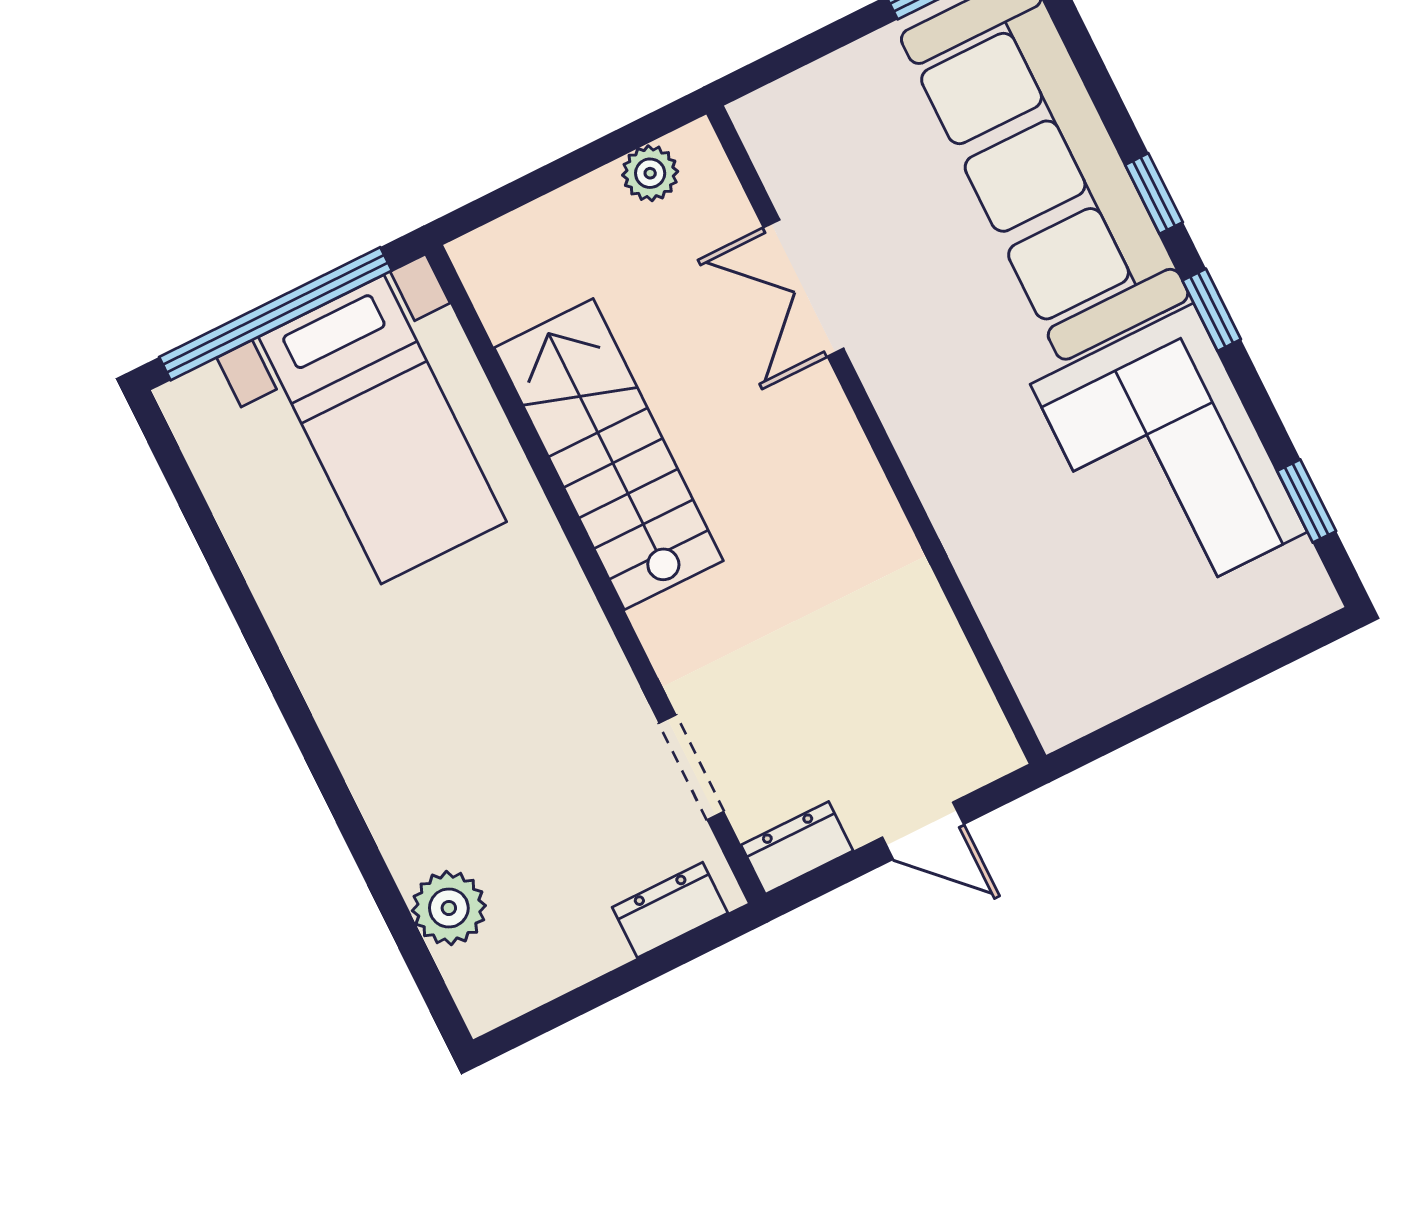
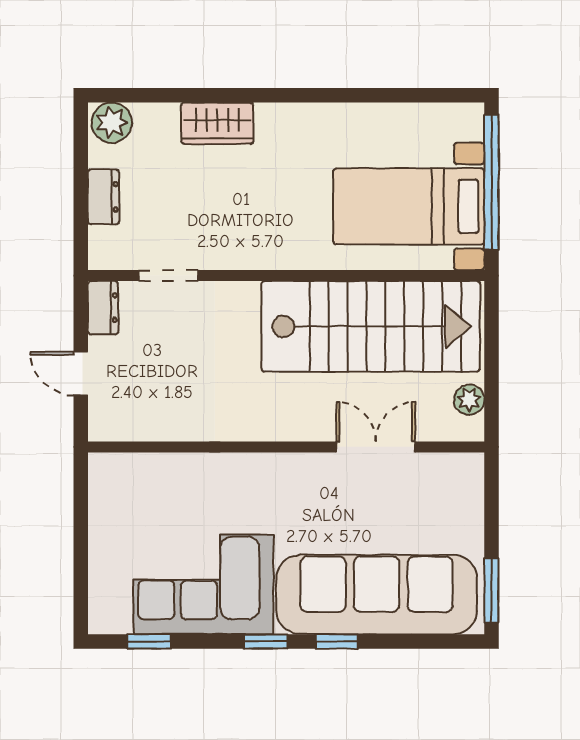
stairs: (609, 454) -> (371, 326), width x1.36, depth x1.51
wardrobe: (402, 811) -> (217, 123), added
door: (923, 831) -> (81, 373), hinge flipped
plant: (449, 908) -> (112, 123), moved
dresser: (670, 910) -> (103, 197), moved

